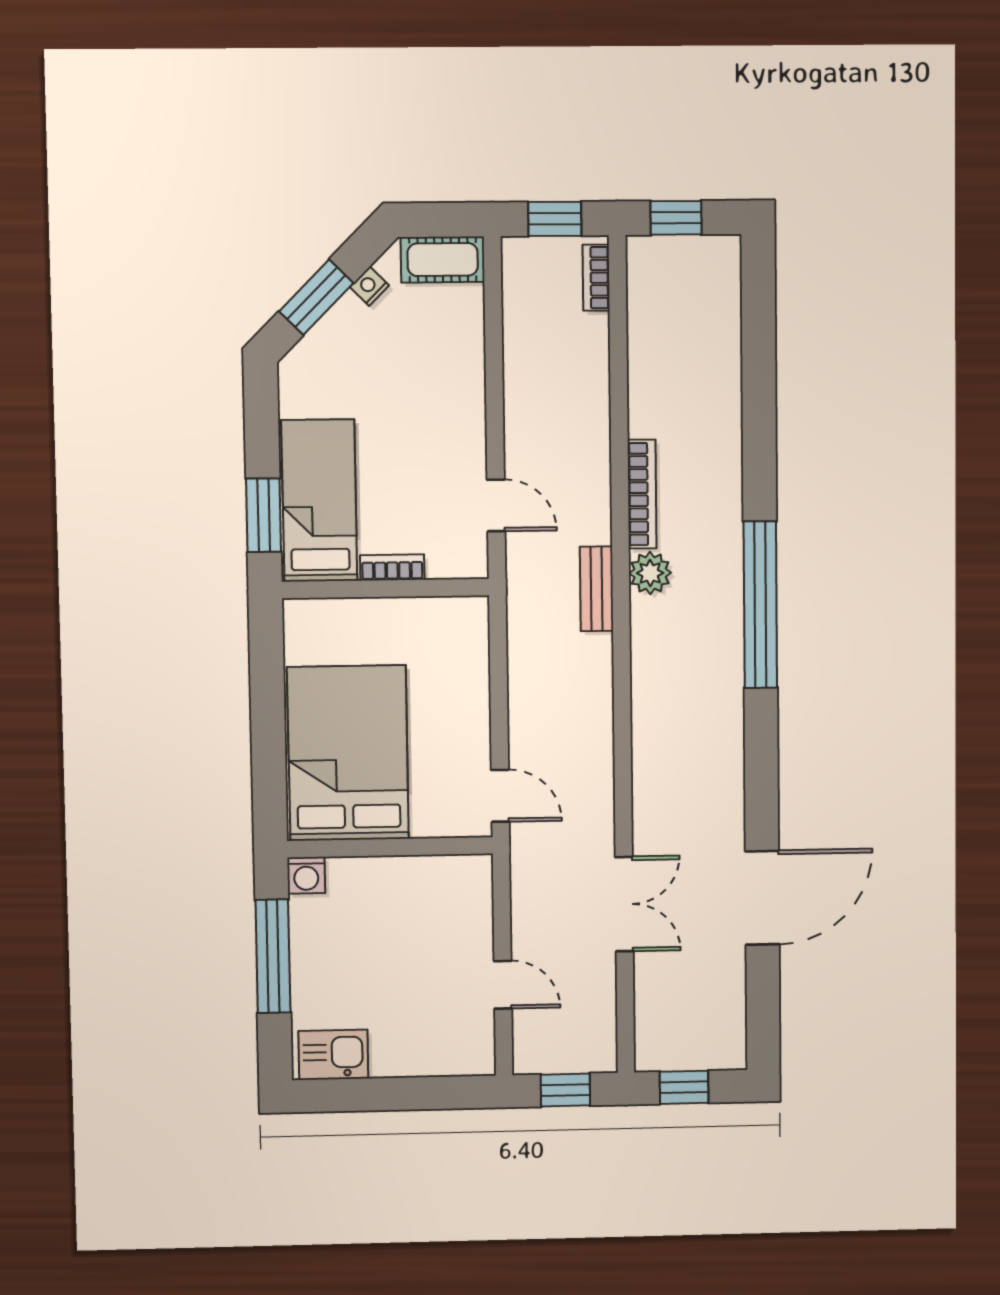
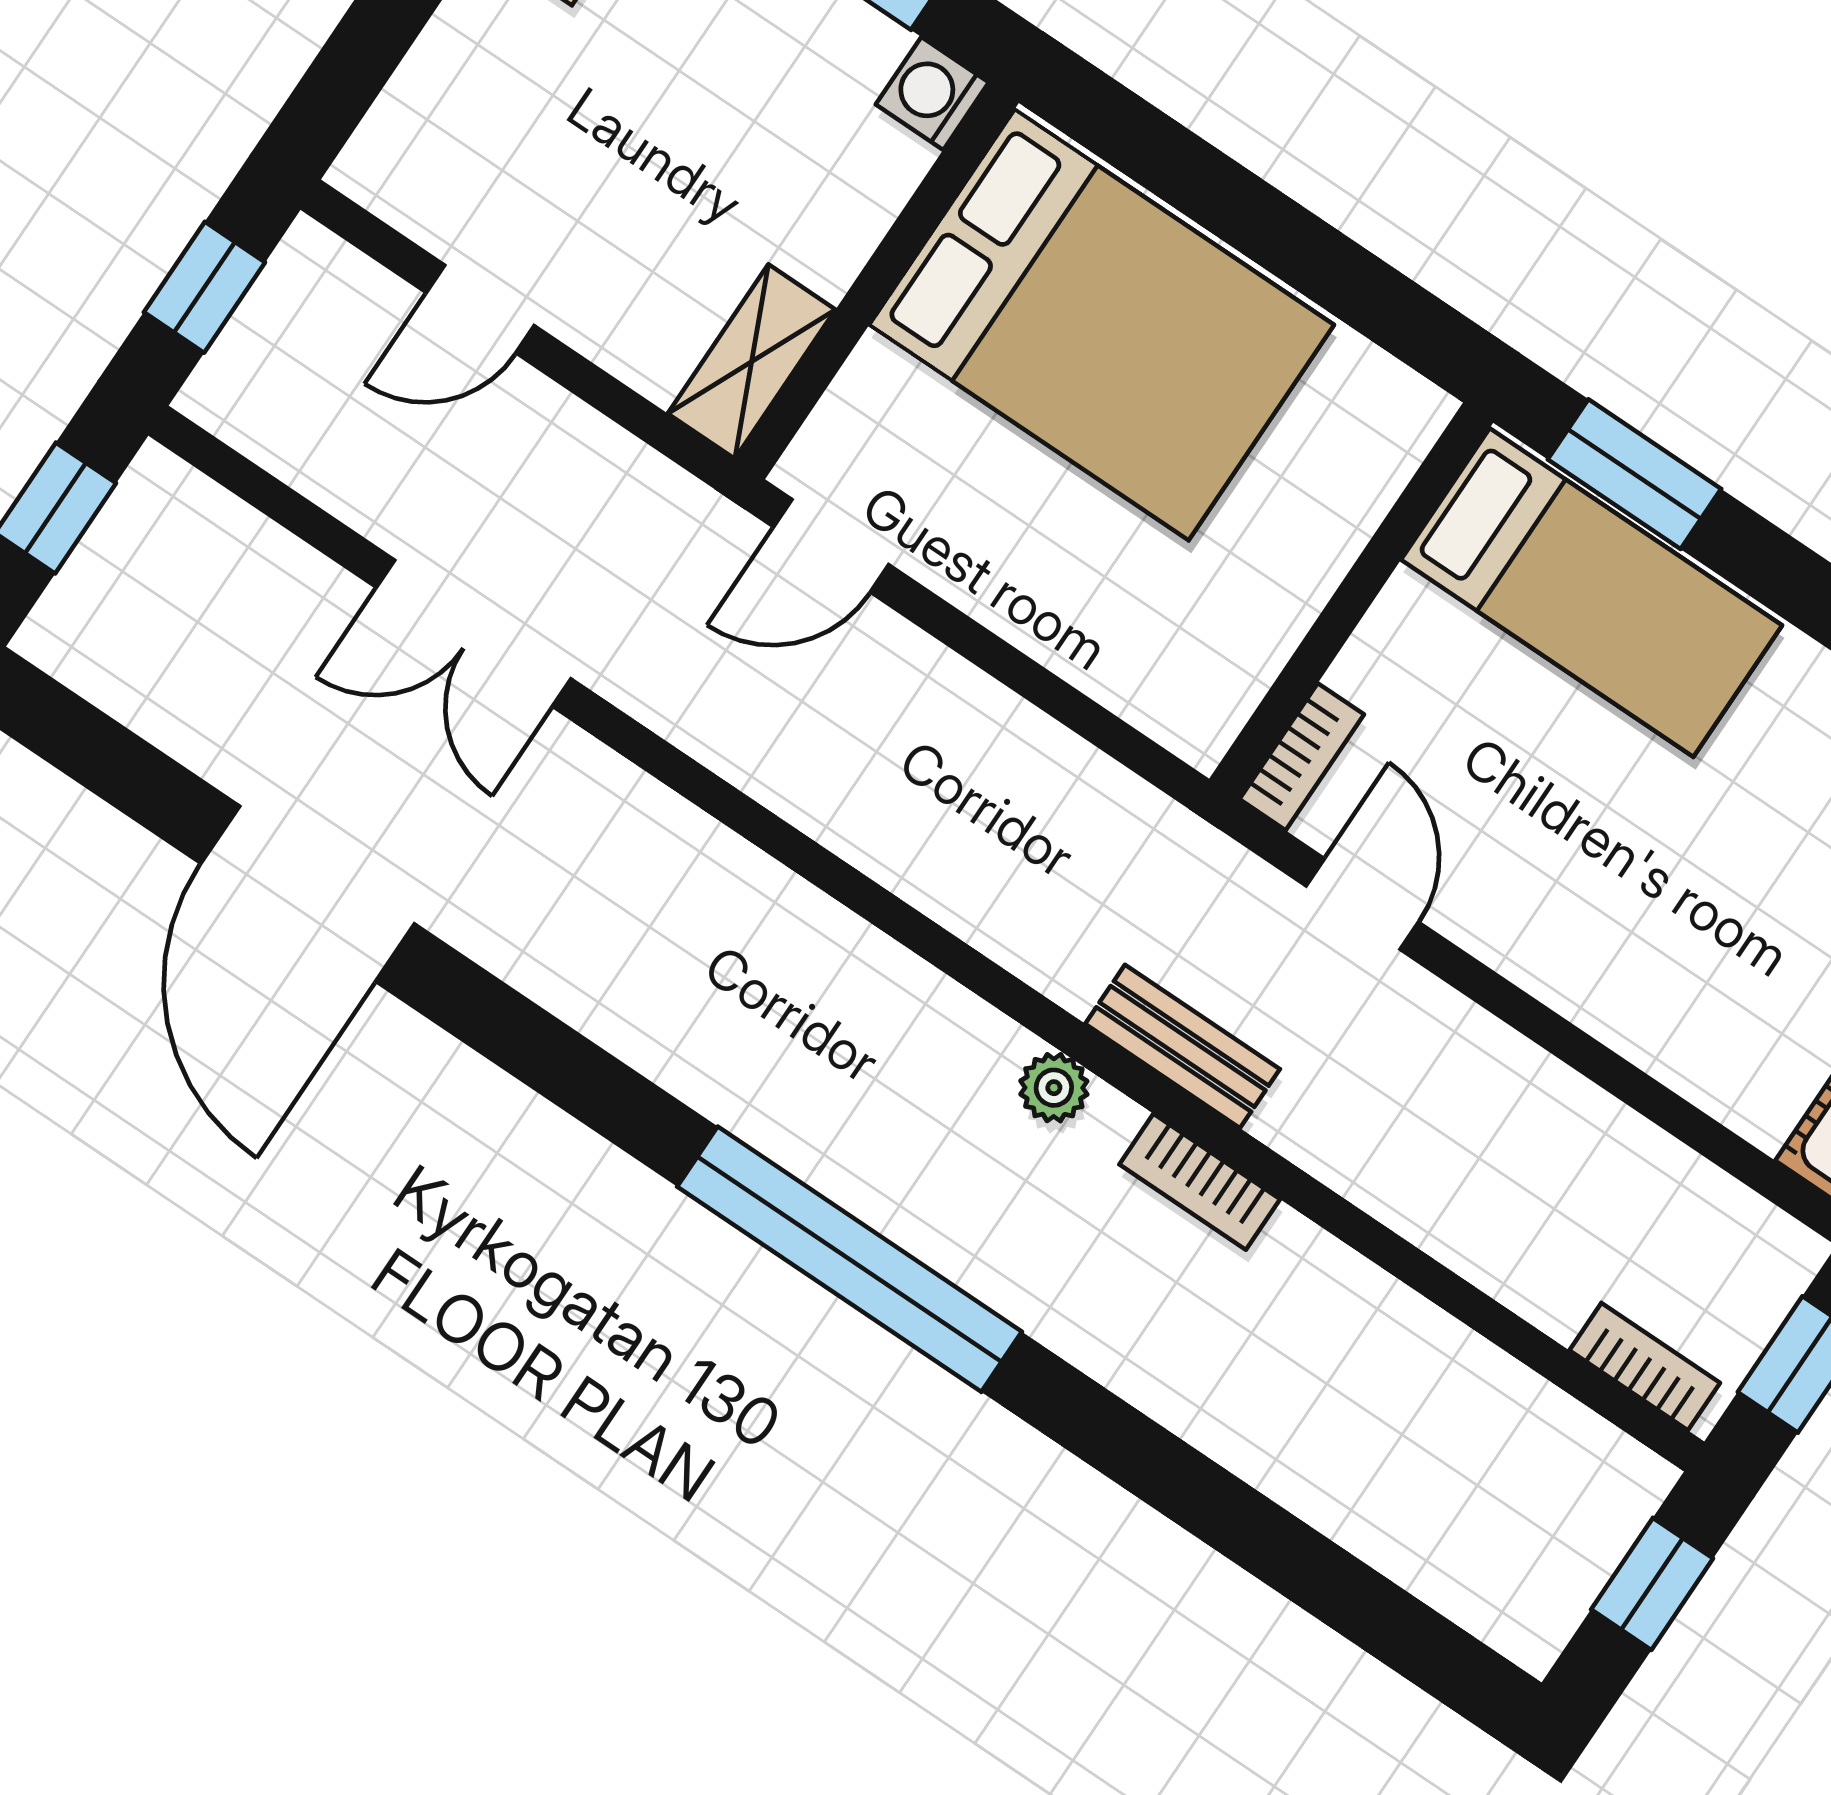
bookcase: (642, 494) -> (1200, 1182), width x0.64
door: (496, 505) -> (1362, 904), swing flipped
bookcase: (392, 567) -> (1302, 757), moved
plant: (650, 573) -> (1054, 1088), width x0.73, depth x0.73
bench: (596, 589) -> (1182, 1046), moved
shelving: (452, 872) -> (752, 362), added

